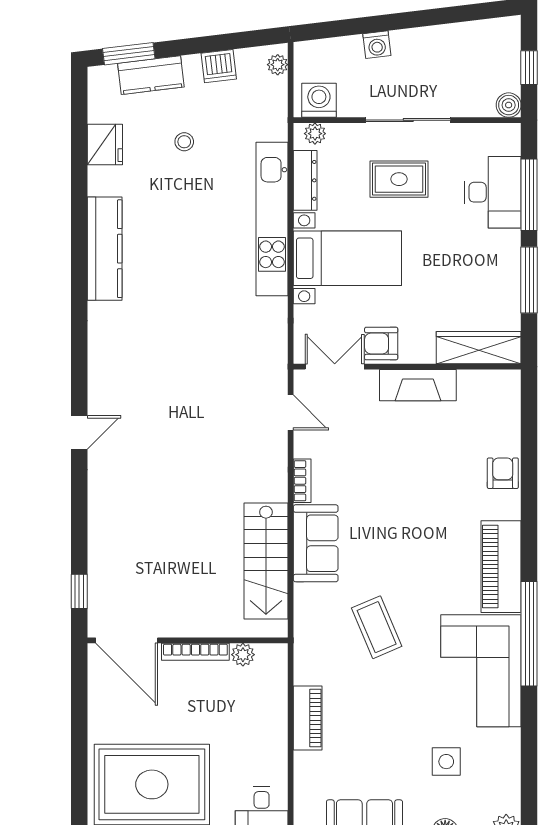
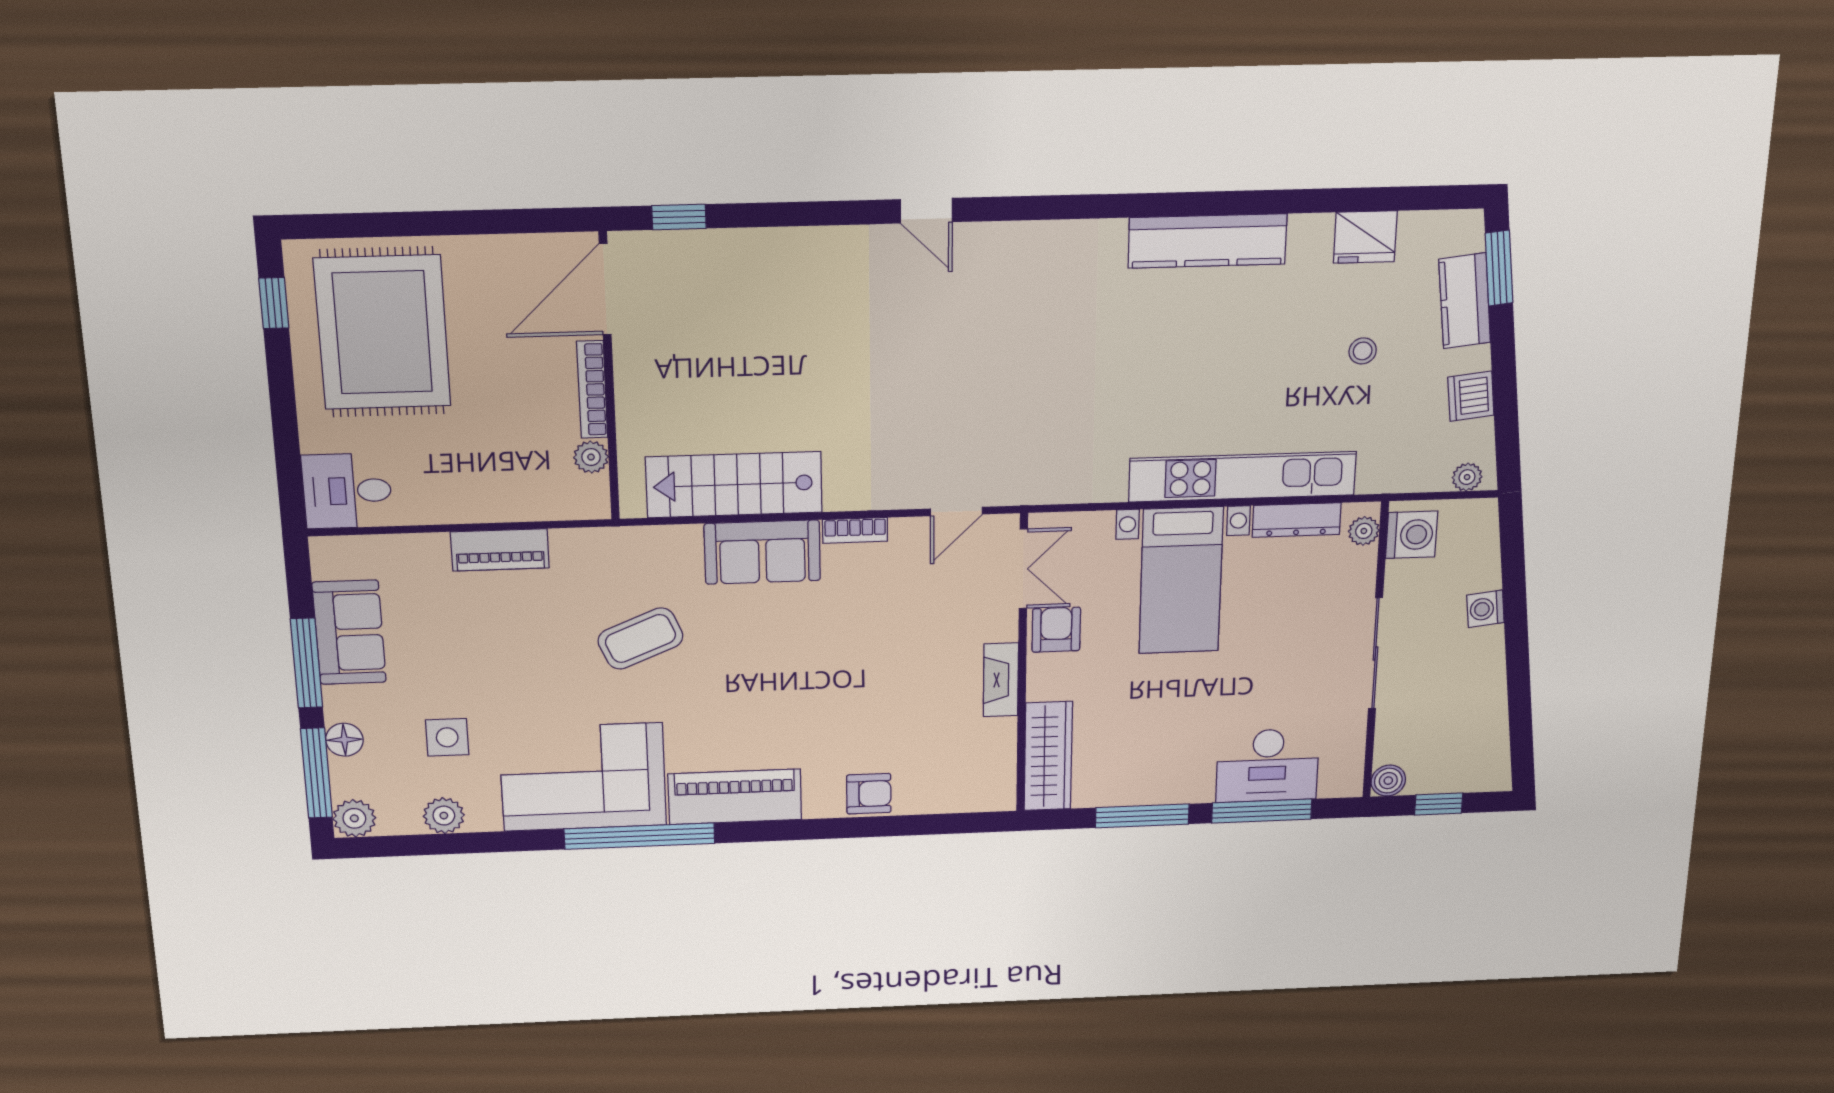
rug: (399, 179) -> (1292, 645), removed
fireplace: (418, 385) -> (1001, 680), width x0.73, depth x0.76
plant: (507, 768) -> (444, 816), added

